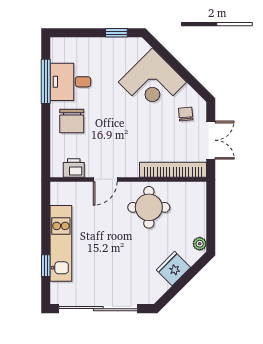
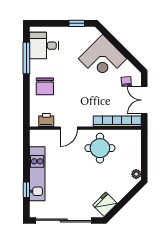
desk: (70, 82) -> (44, 46), moved
double door: (211, 140) -> (144, 100), swing flipped
fridge: (173, 269) -> (105, 204), moved

